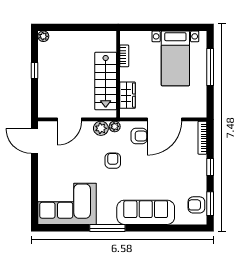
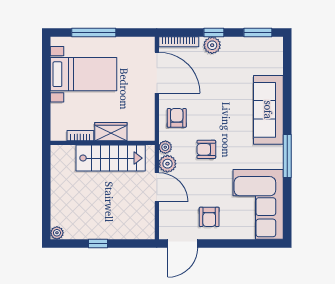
wardrobe: (128, 95) -> (111, 132), moved
door: (69, 119) -> (157, 187), moved
door: (165, 119) -> (157, 73), moved
plant: (200, 166) -> (212, 45), added
armchair: (196, 205) -> (209, 217), moved

